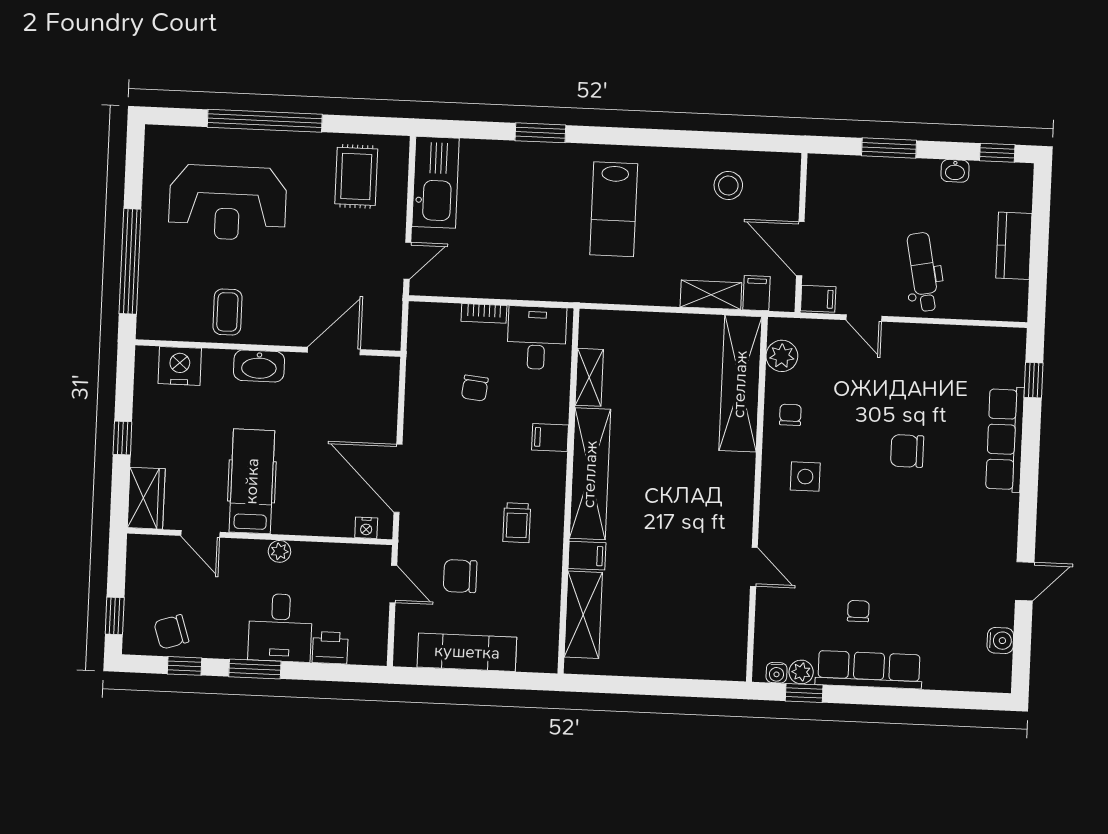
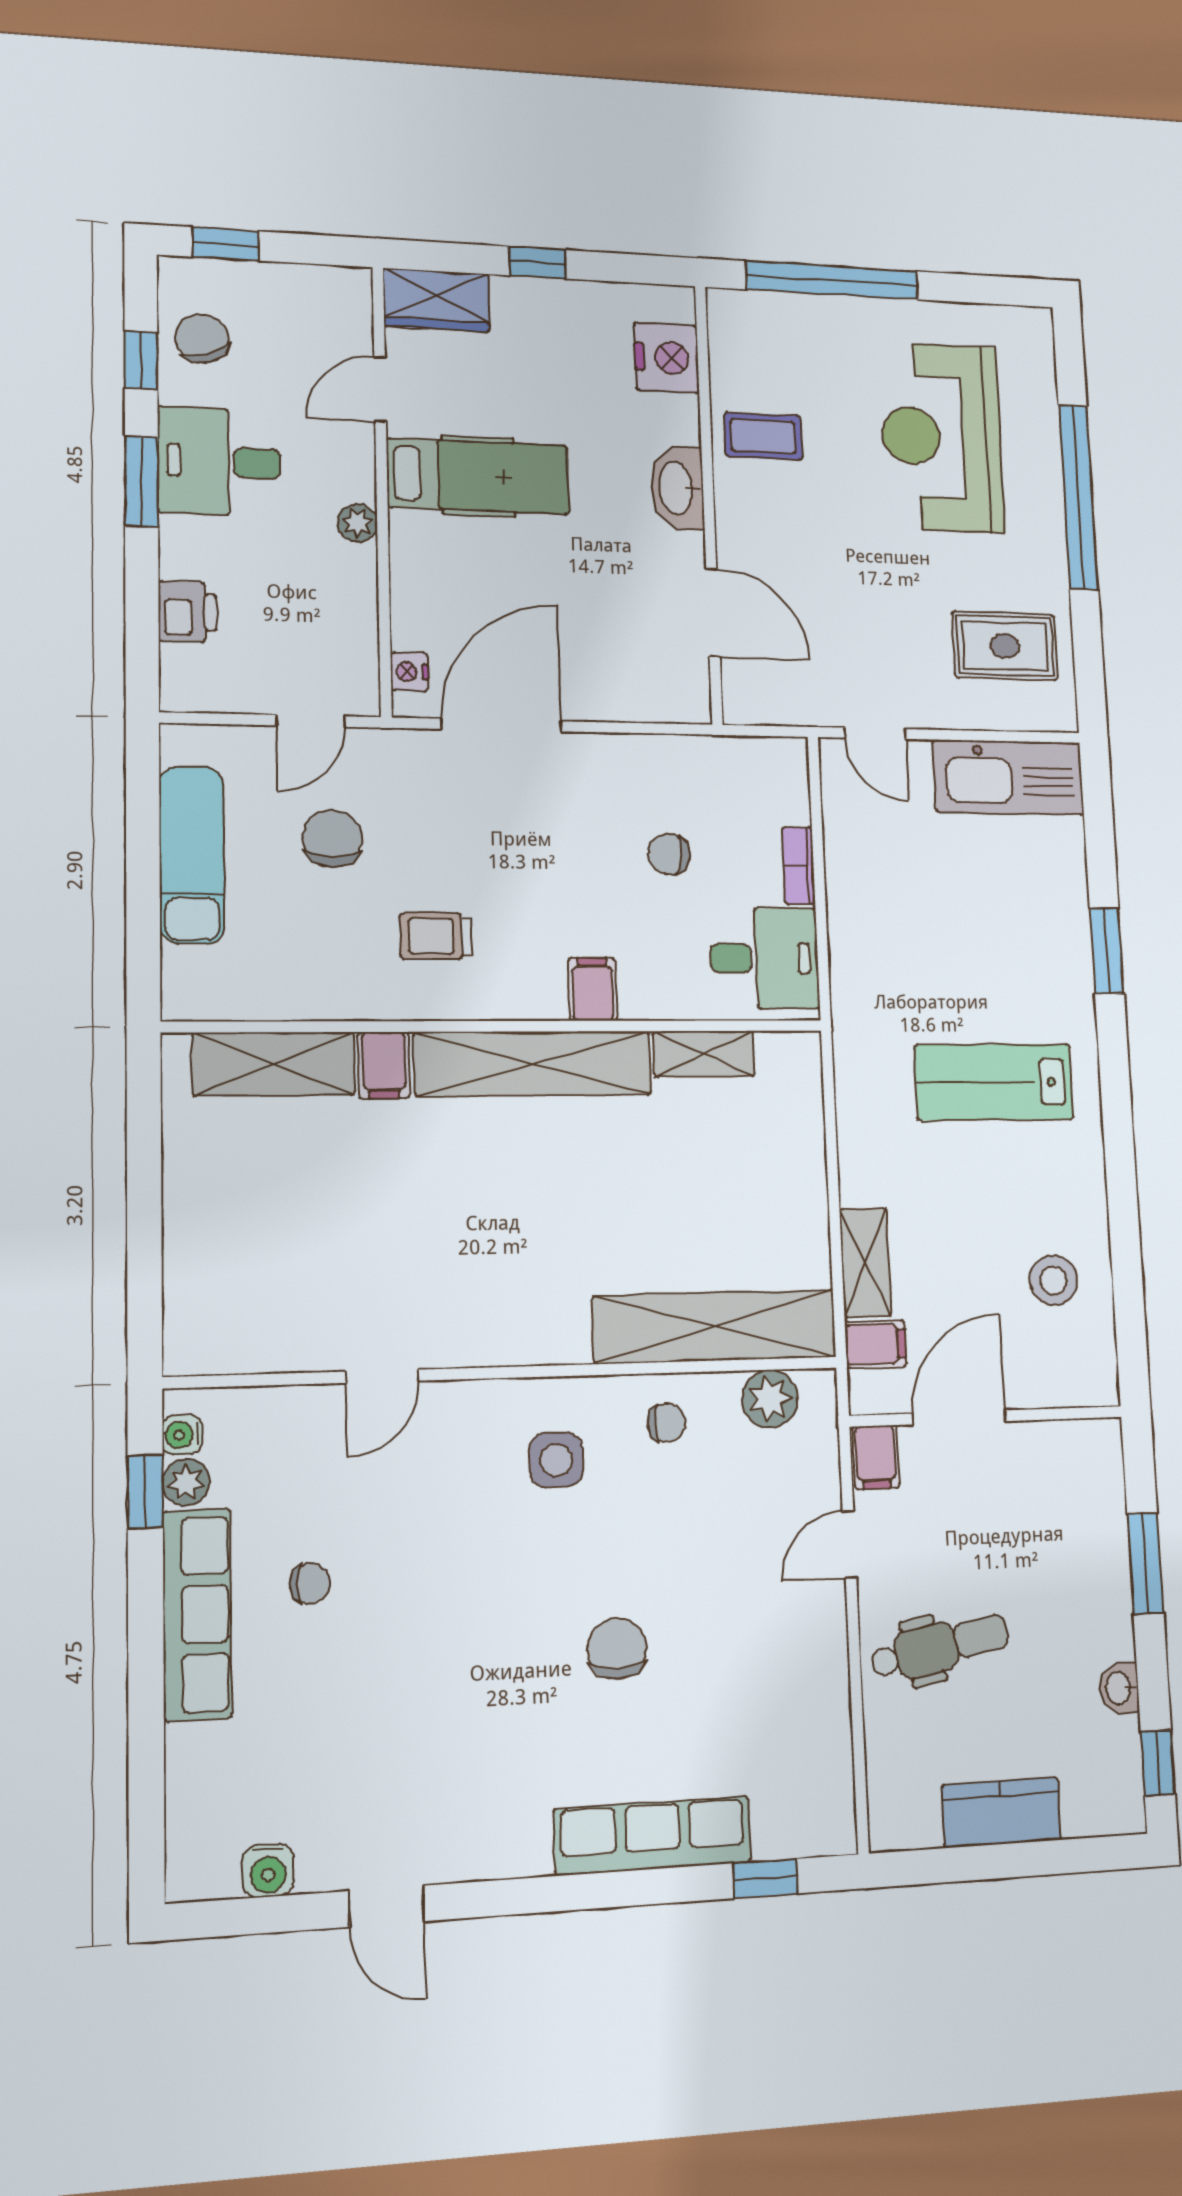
desk: (280, 628) -> (219, 462), moved

